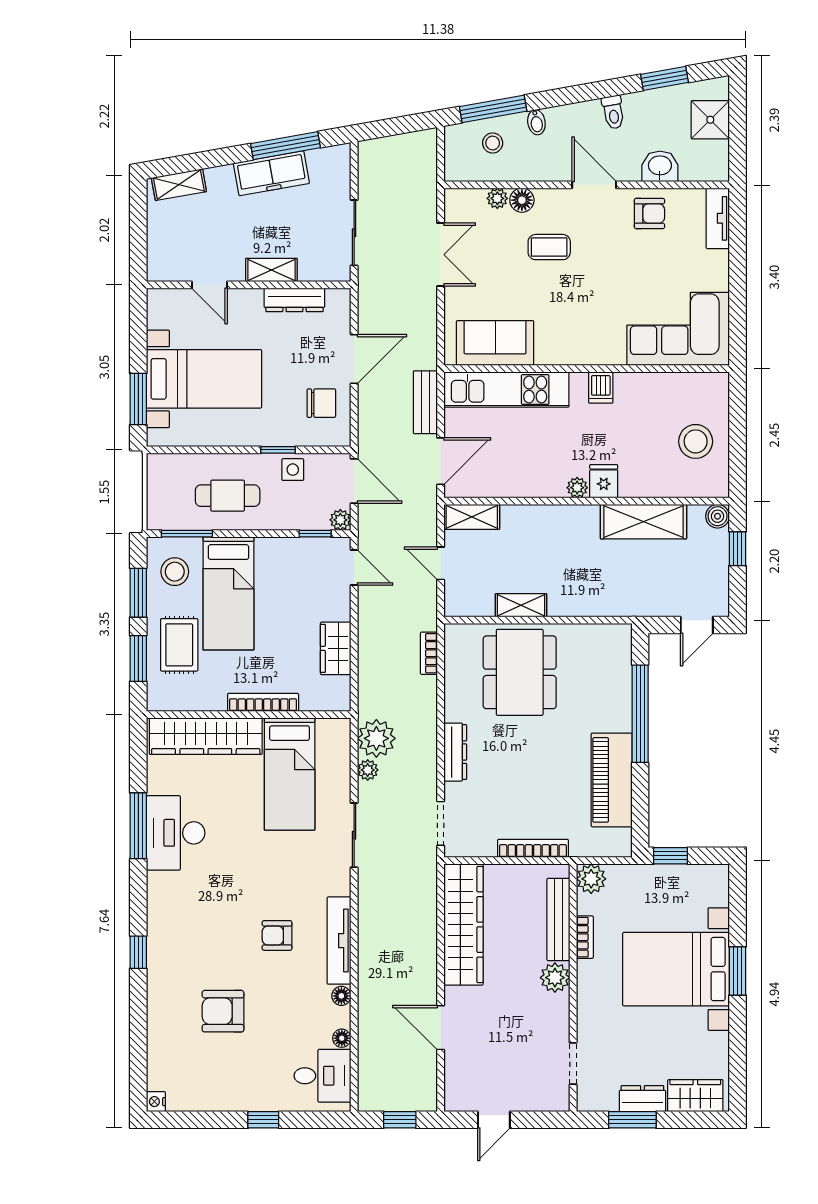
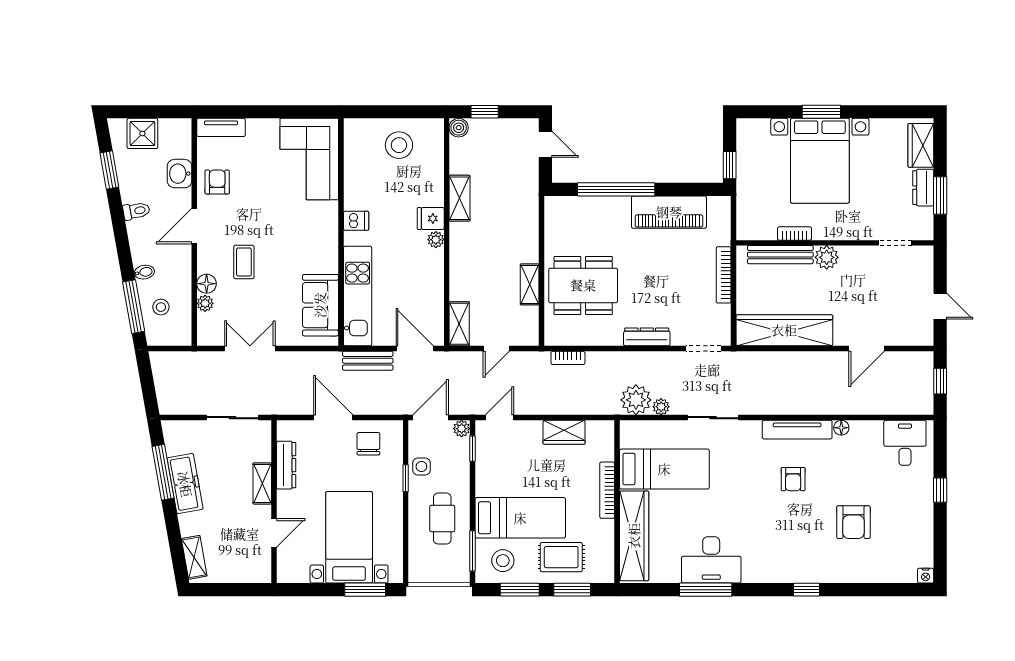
shelving: (644, 522) -> (460, 198), width x0.67, depth x0.75
plant: (591, 879) -> (748, 228), removed
floor lamp: (342, 1038) -> (875, 427), removed

